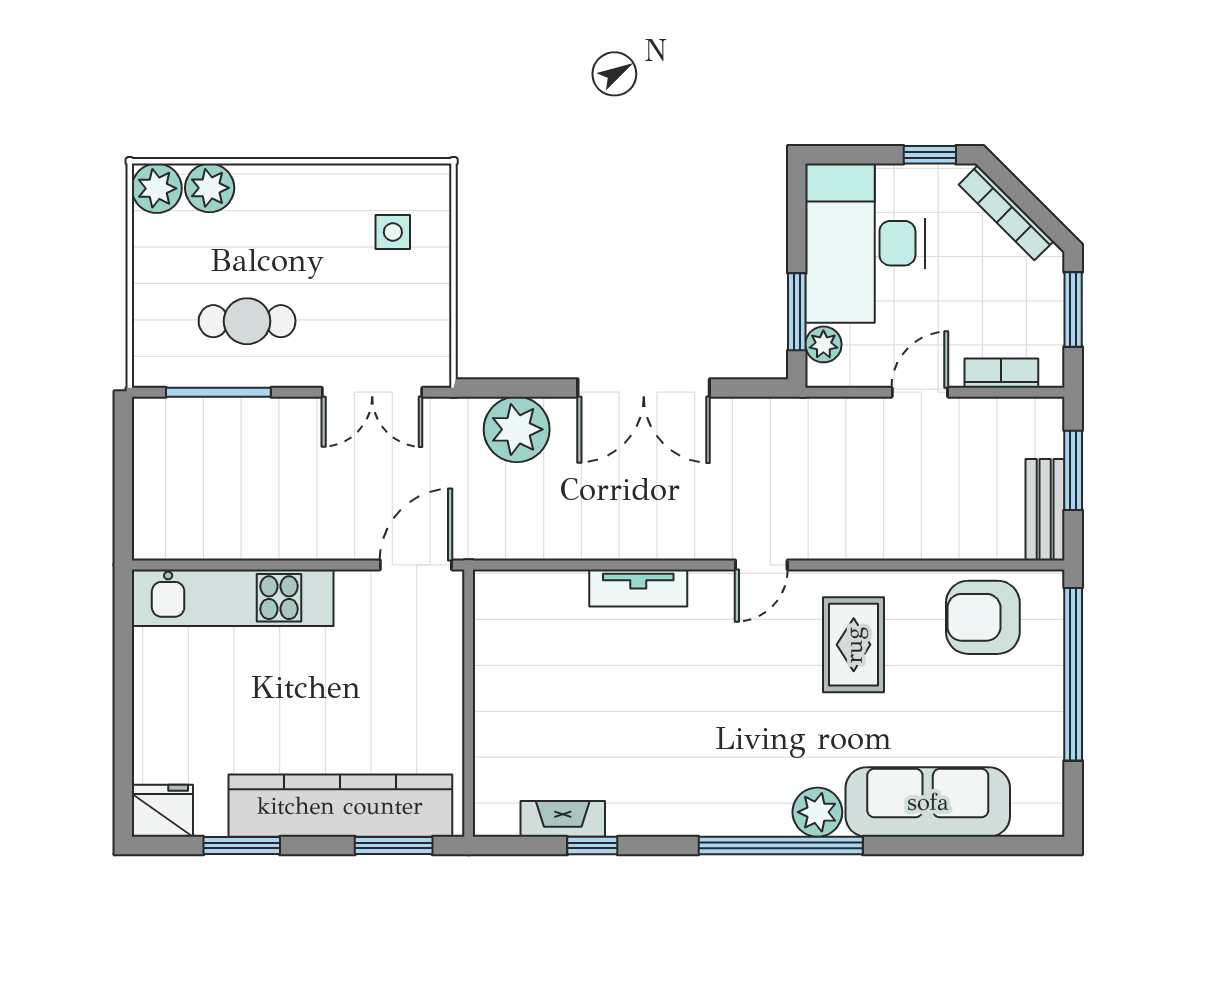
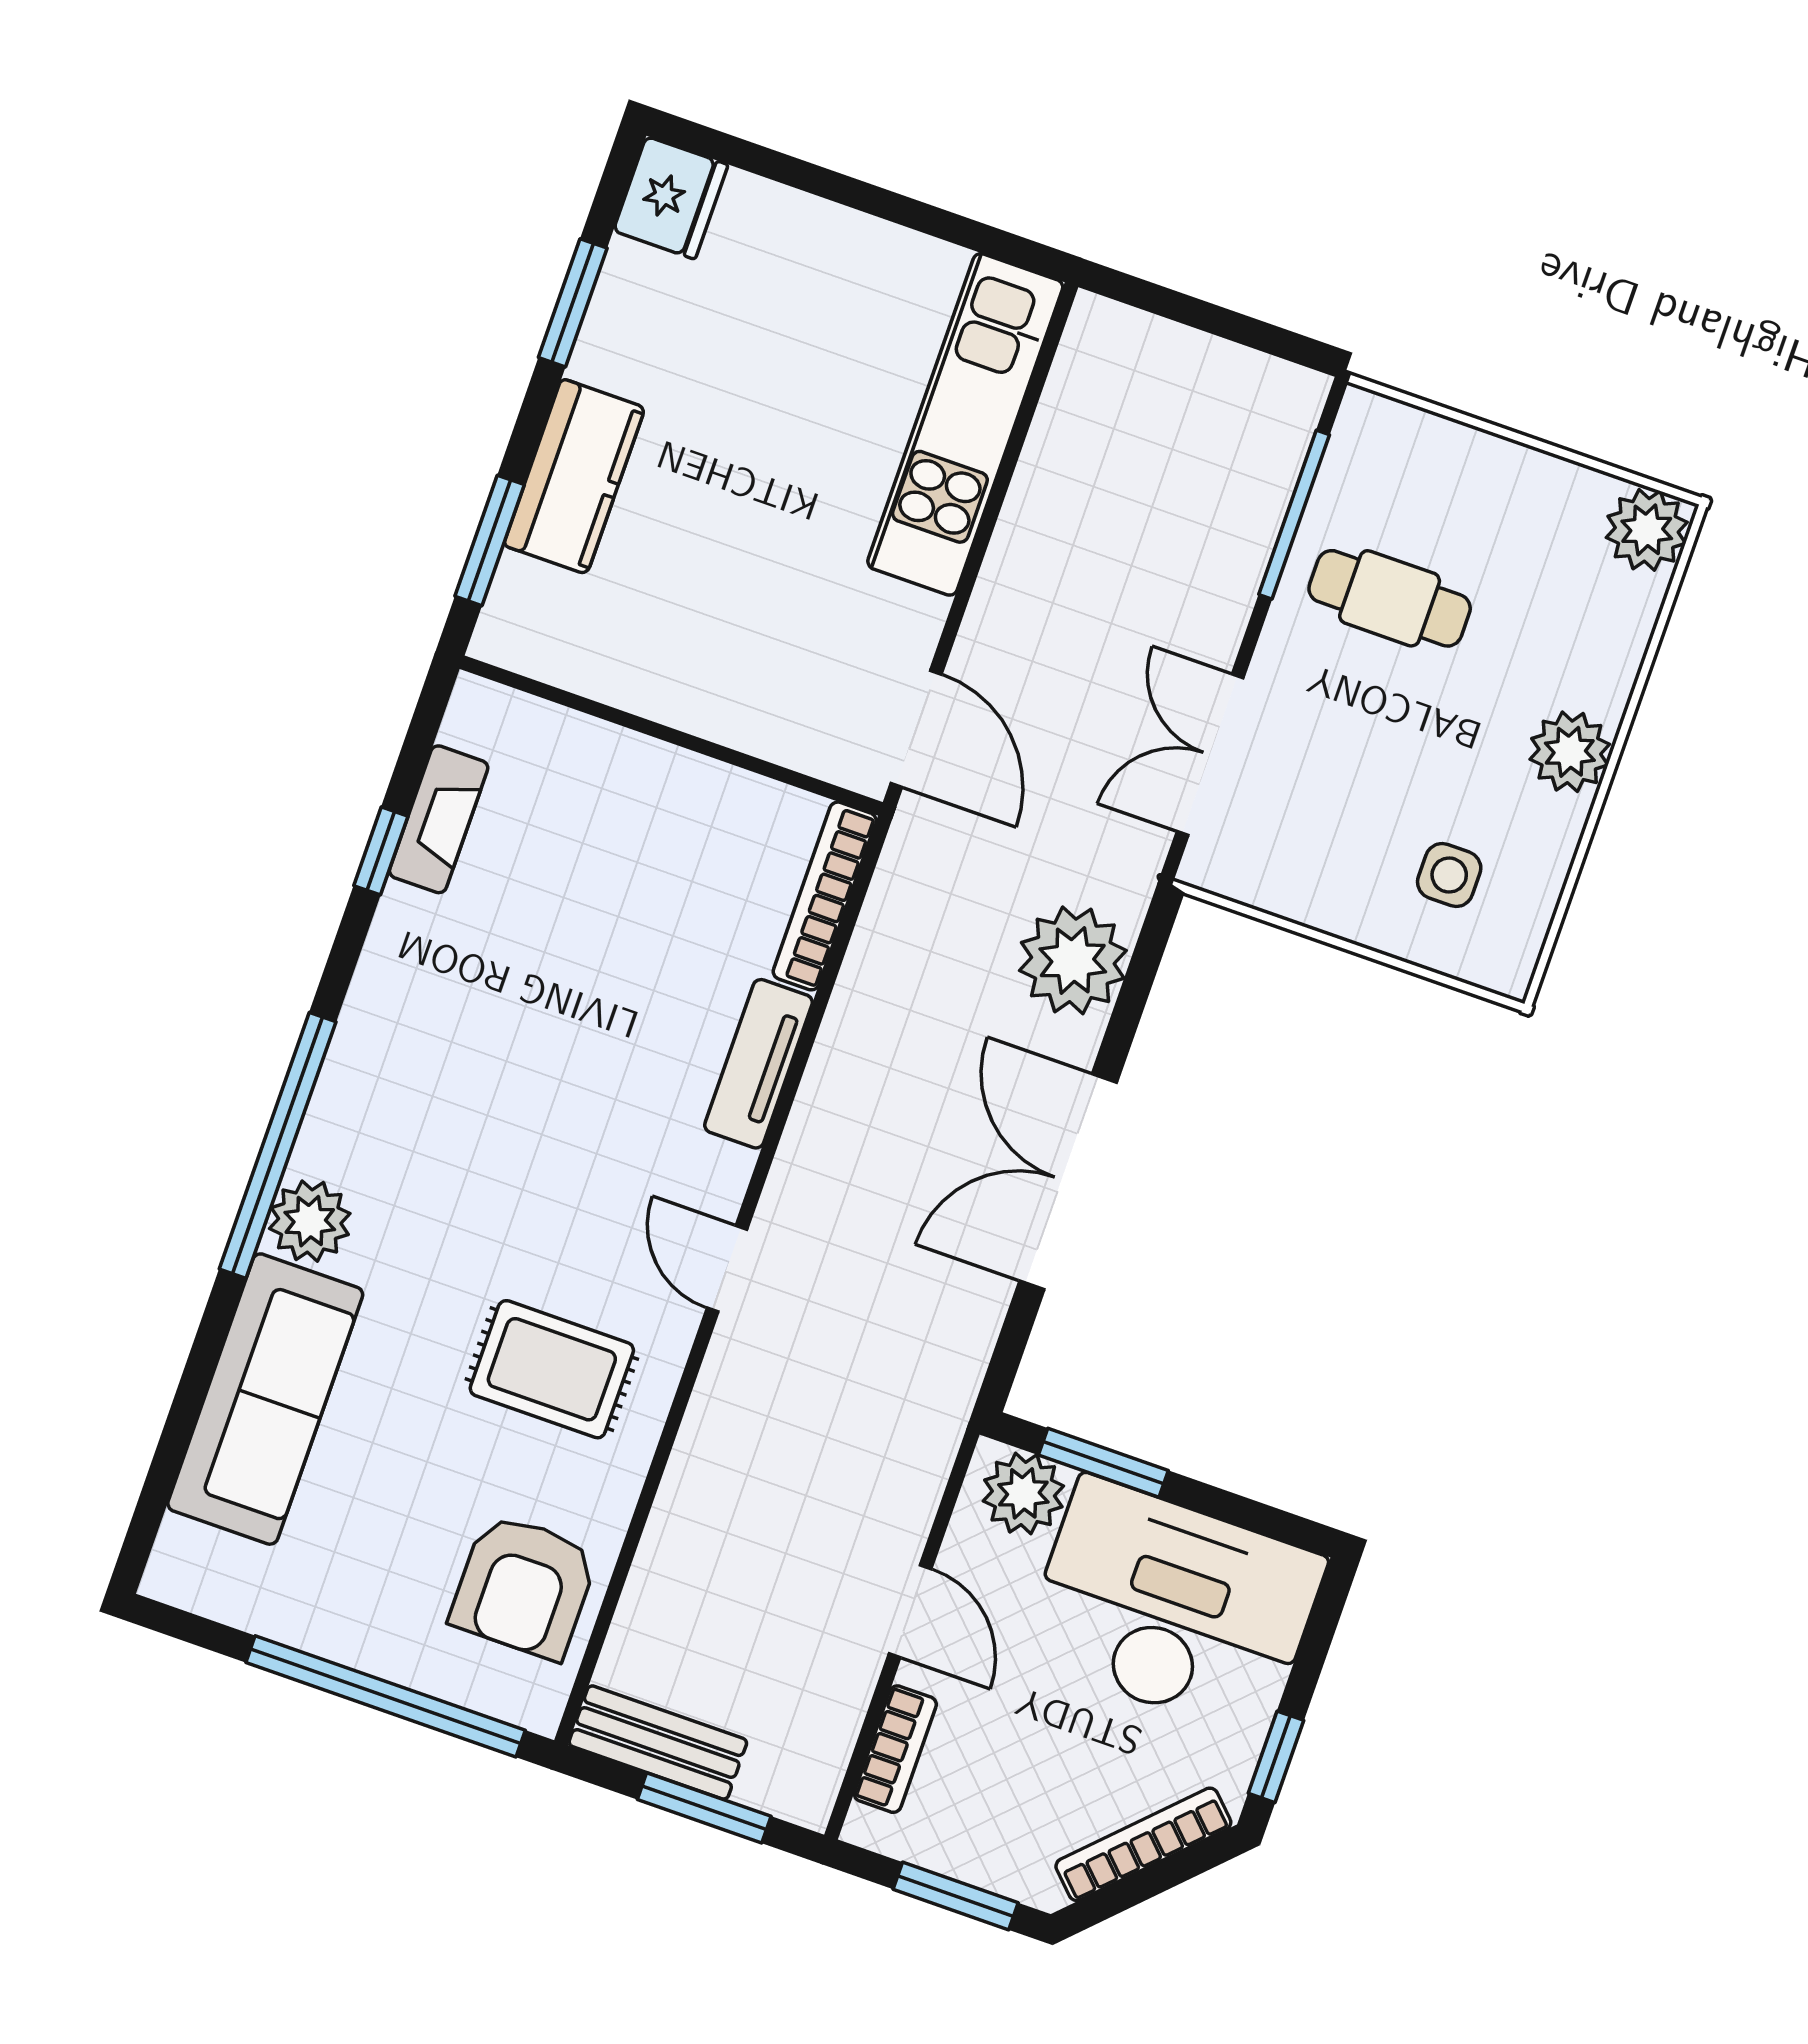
plant: (210, 188) -> (1570, 752), moved
cafe table: (247, 321) -> (1390, 598), turned 90
plant: (823, 344) -> (1023, 1493), width x1.38, depth x1.38
bookcase: (529, 584) -> (825, 896), added
armchair: (983, 617) -> (524, 1586), turned 180
kitchen counter: (340, 806) -> (574, 476), width x0.48, depth x0.86

